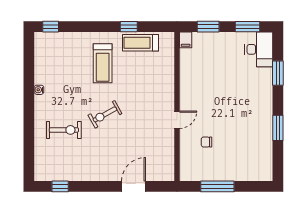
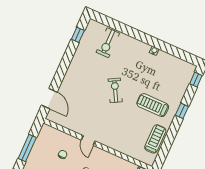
window: (129, 27) -> (182, 111), moved
exercise bike: (64, 130) -> (108, 43), moved
door: (134, 186) -> (49, 99), moved

